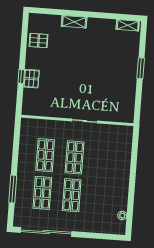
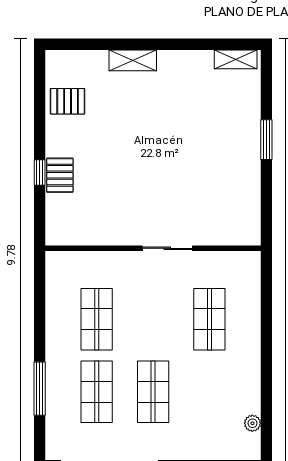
shop shelf: (75, 157) -> (209, 319), moved

